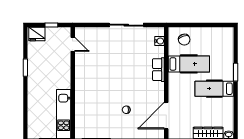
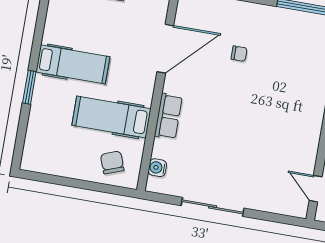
door: (166, 116) -> (165, 49), moved

